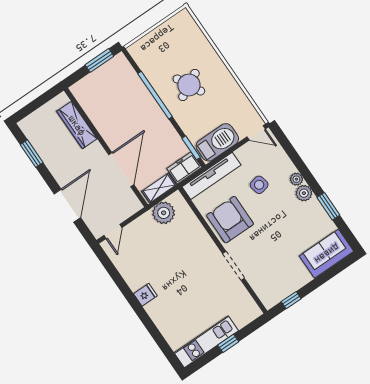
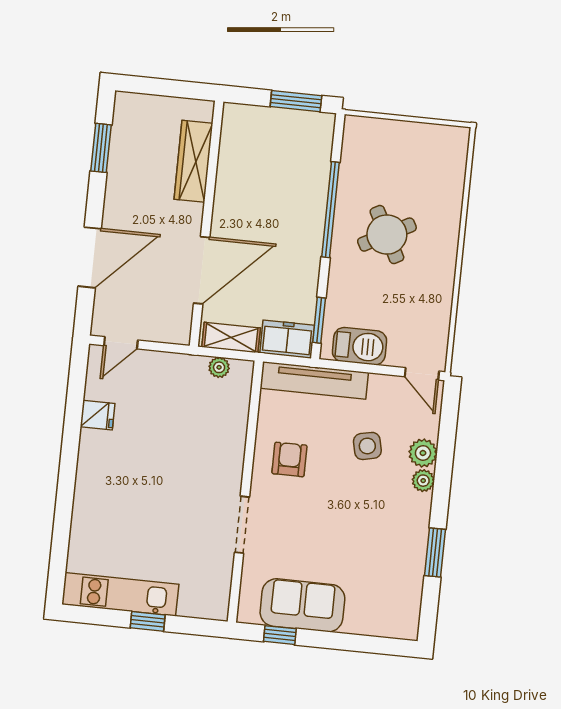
barbecue: (217, 142) -> (359, 346), width x0.73, depth x0.83
plant: (304, 193) -> (423, 453), moved
plant: (164, 213) -> (219, 367), width x0.53, depth x0.53
armchair: (230, 220) -> (289, 459), width x0.53, depth x0.53
sofa: (327, 254) -> (302, 605), moved
fridge: (145, 295) -> (98, 415), moved

